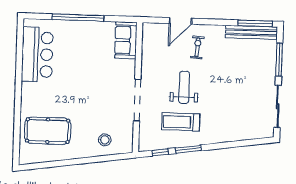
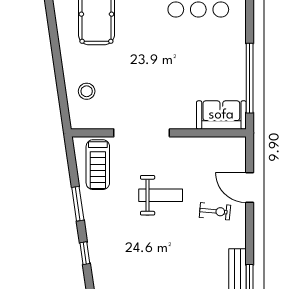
window: (78, 18) -> (250, 78), moved
treadmill: (181, 122) -> (98, 165), moved, turned 180
window: (160, 152) -> (85, 253), moved

